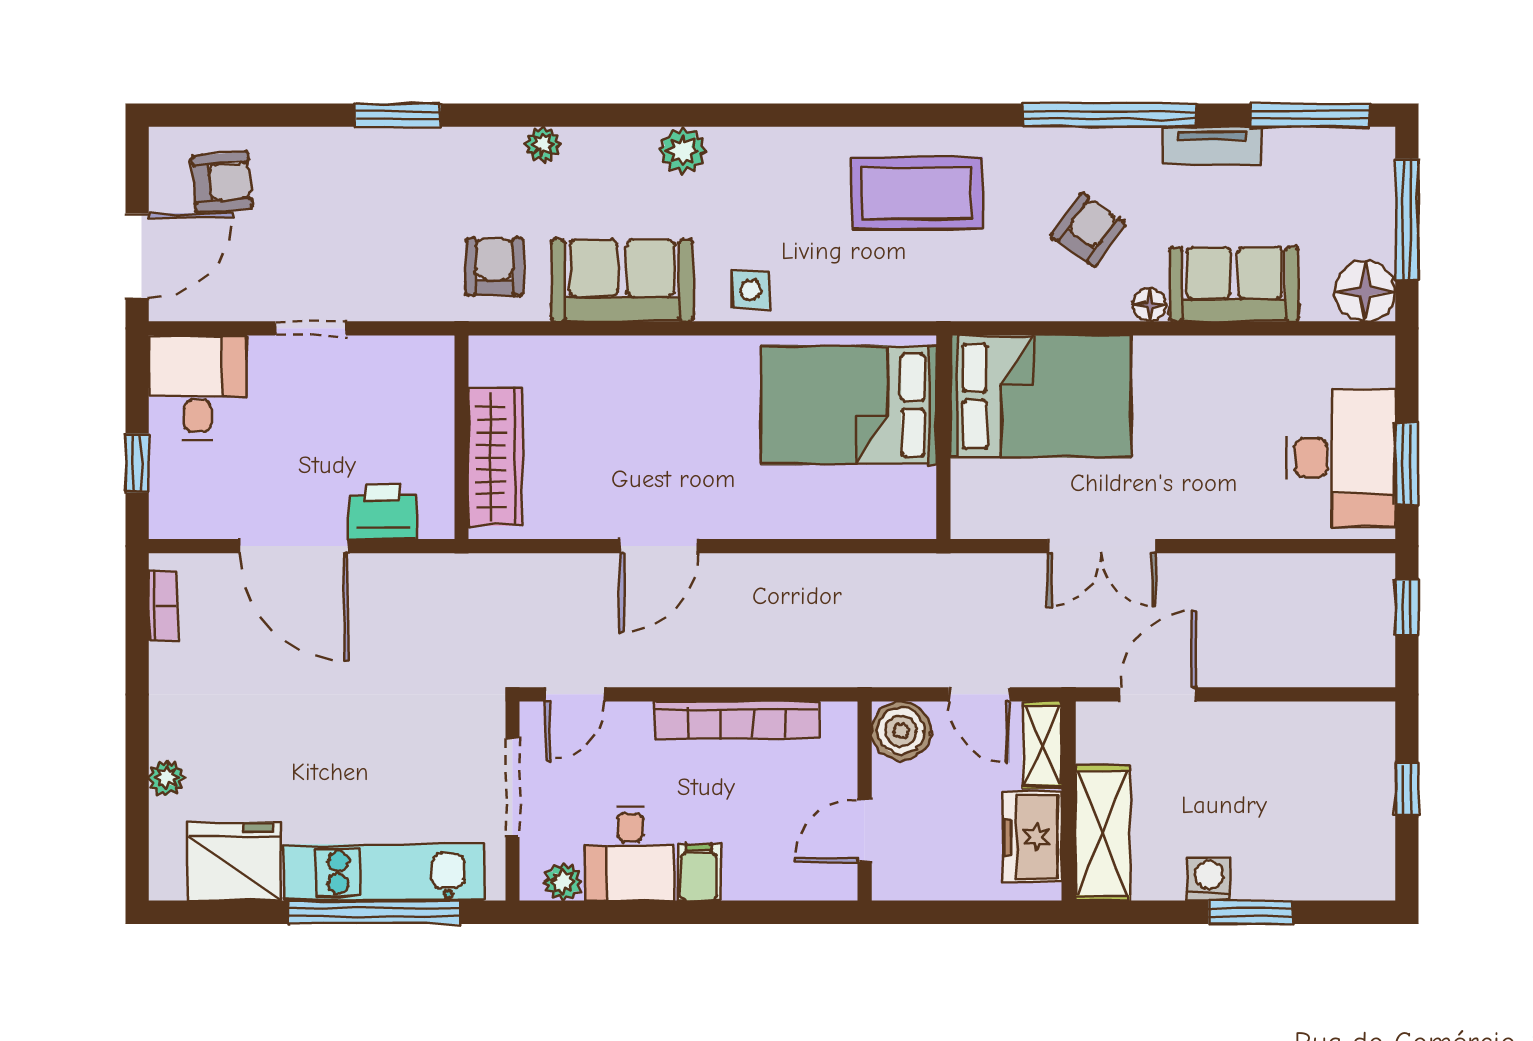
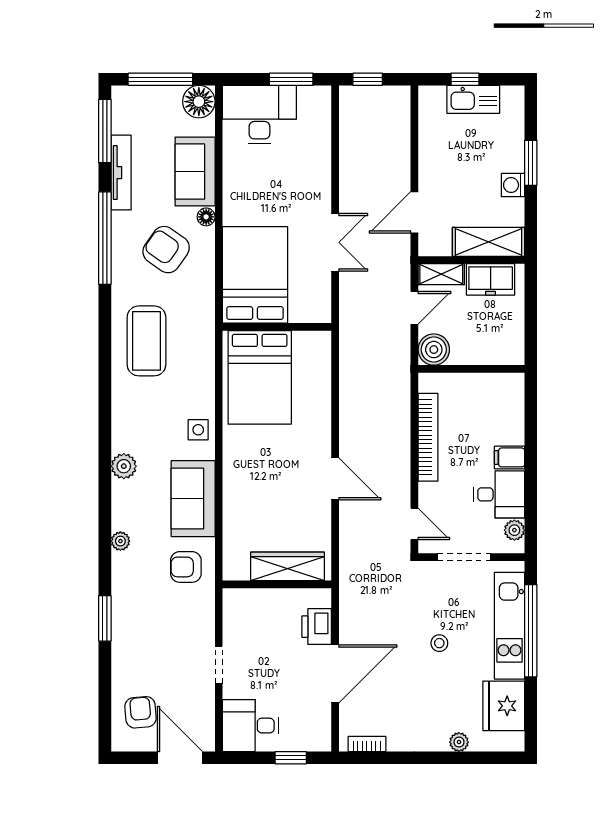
tv unit: (1212, 146) -> (121, 173), width x1.41
armchair: (1088, 230) -> (166, 250), width x1.38, depth x1.38
desk: (1341, 458) -> (259, 114), moved
door: (1158, 694) -> (414, 212), hinge flipped
stool: (352, 741) -> (439, 643), added
kitchen sink: (1369, 805) -> (473, 99), added
door: (865, 831) -> (487, 369), removed

